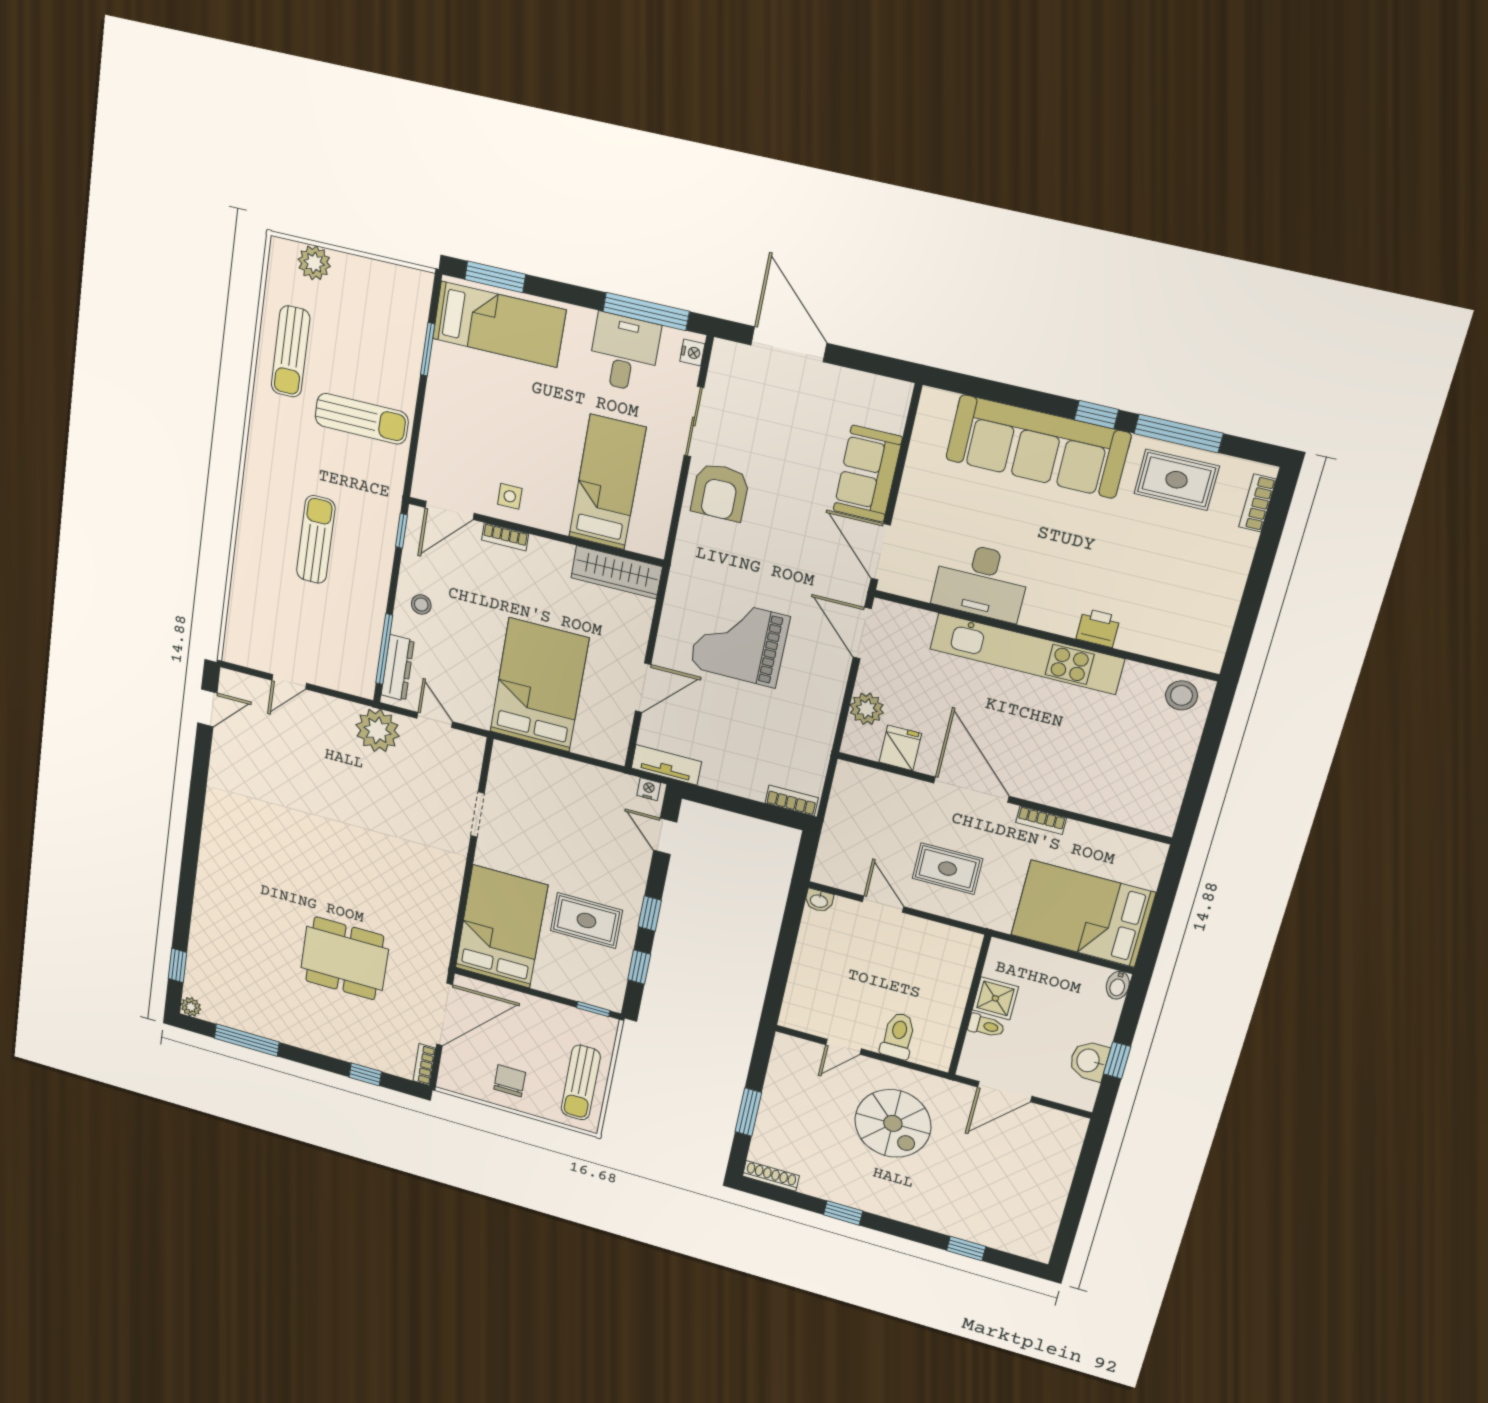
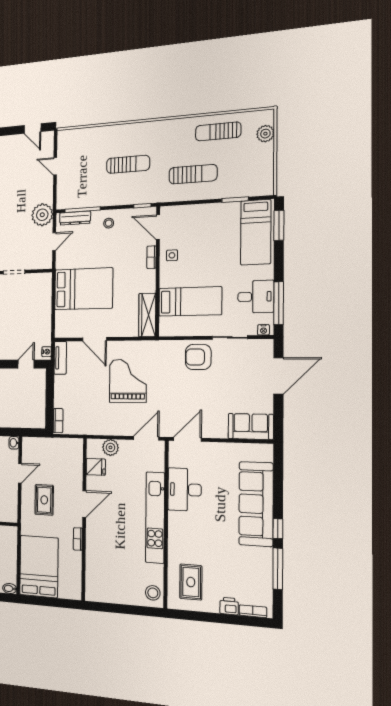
sun lounger: (362, 419) -> (193, 174), turned -90
sofa: (868, 474) -> (251, 427), moved
rug: (1177, 480) -> (191, 582), moved
printer: (1098, 628) -> (229, 606), moved, turned -90
door: (971, 790) -> (84, 504), width x0.73

